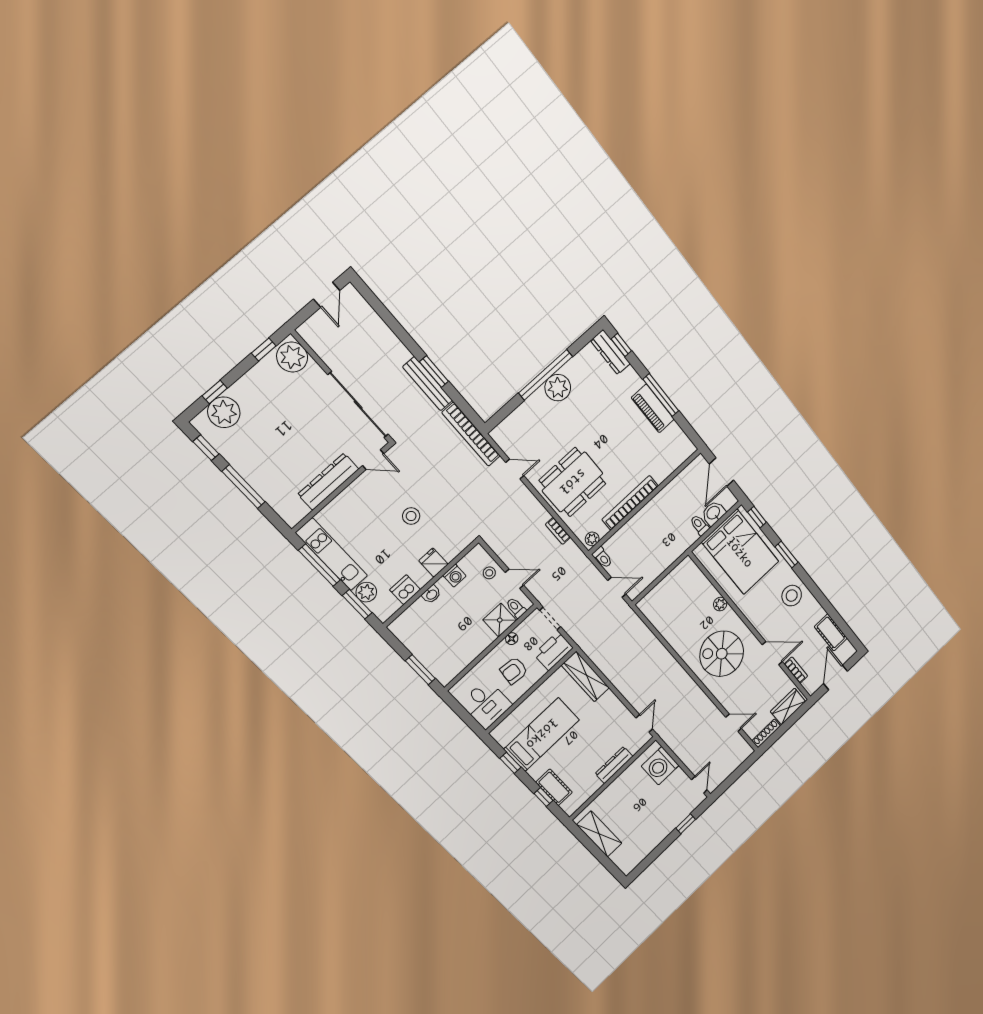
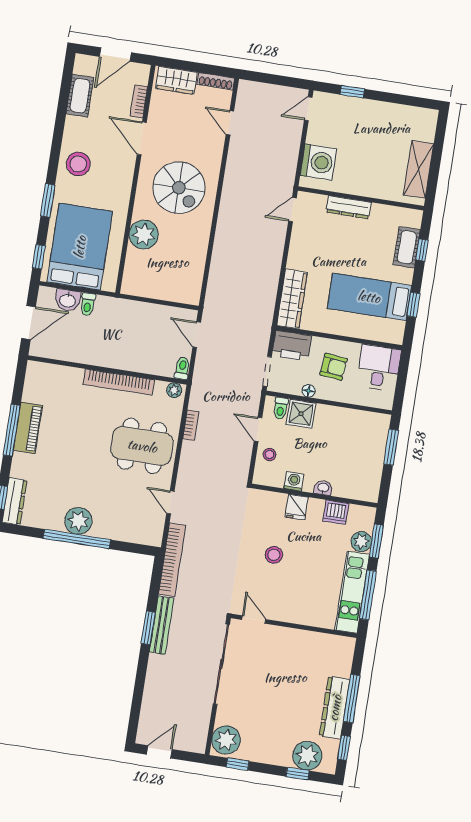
dresser: (328, 482) -> (335, 708), moved, turned 90
plant: (720, 604) -> (144, 234), width x1.88, depth x1.88

